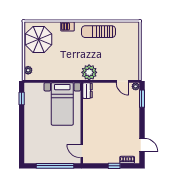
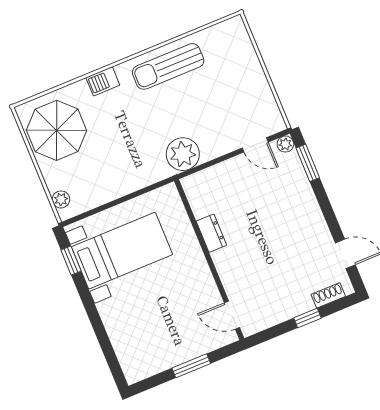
dresser: (88, 91) -> (211, 233), moved
bed with nightstands: (62, 104) -> (122, 251), moved, turned -90
window: (55, 166) -> (191, 366), width x0.47

